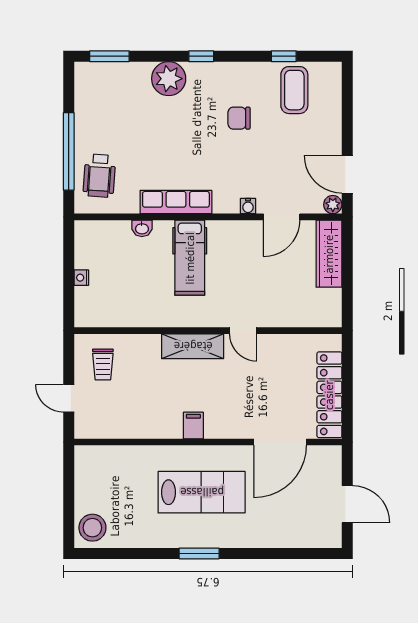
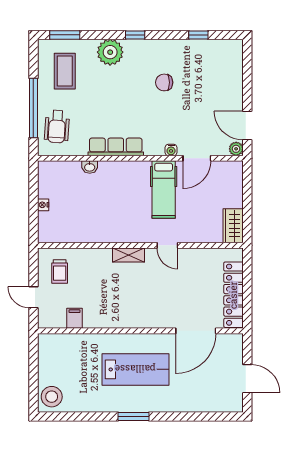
coffee table: (294, 90) -> (65, 71), moved
wardrobe: (329, 254) -> (233, 226), moved, width x0.67
hospital bed: (190, 258) -> (164, 190), moved
shelving: (193, 346) -> (128, 255), width x0.67, depth x0.75
filing cabinet: (193, 425) -> (75, 318), moved

